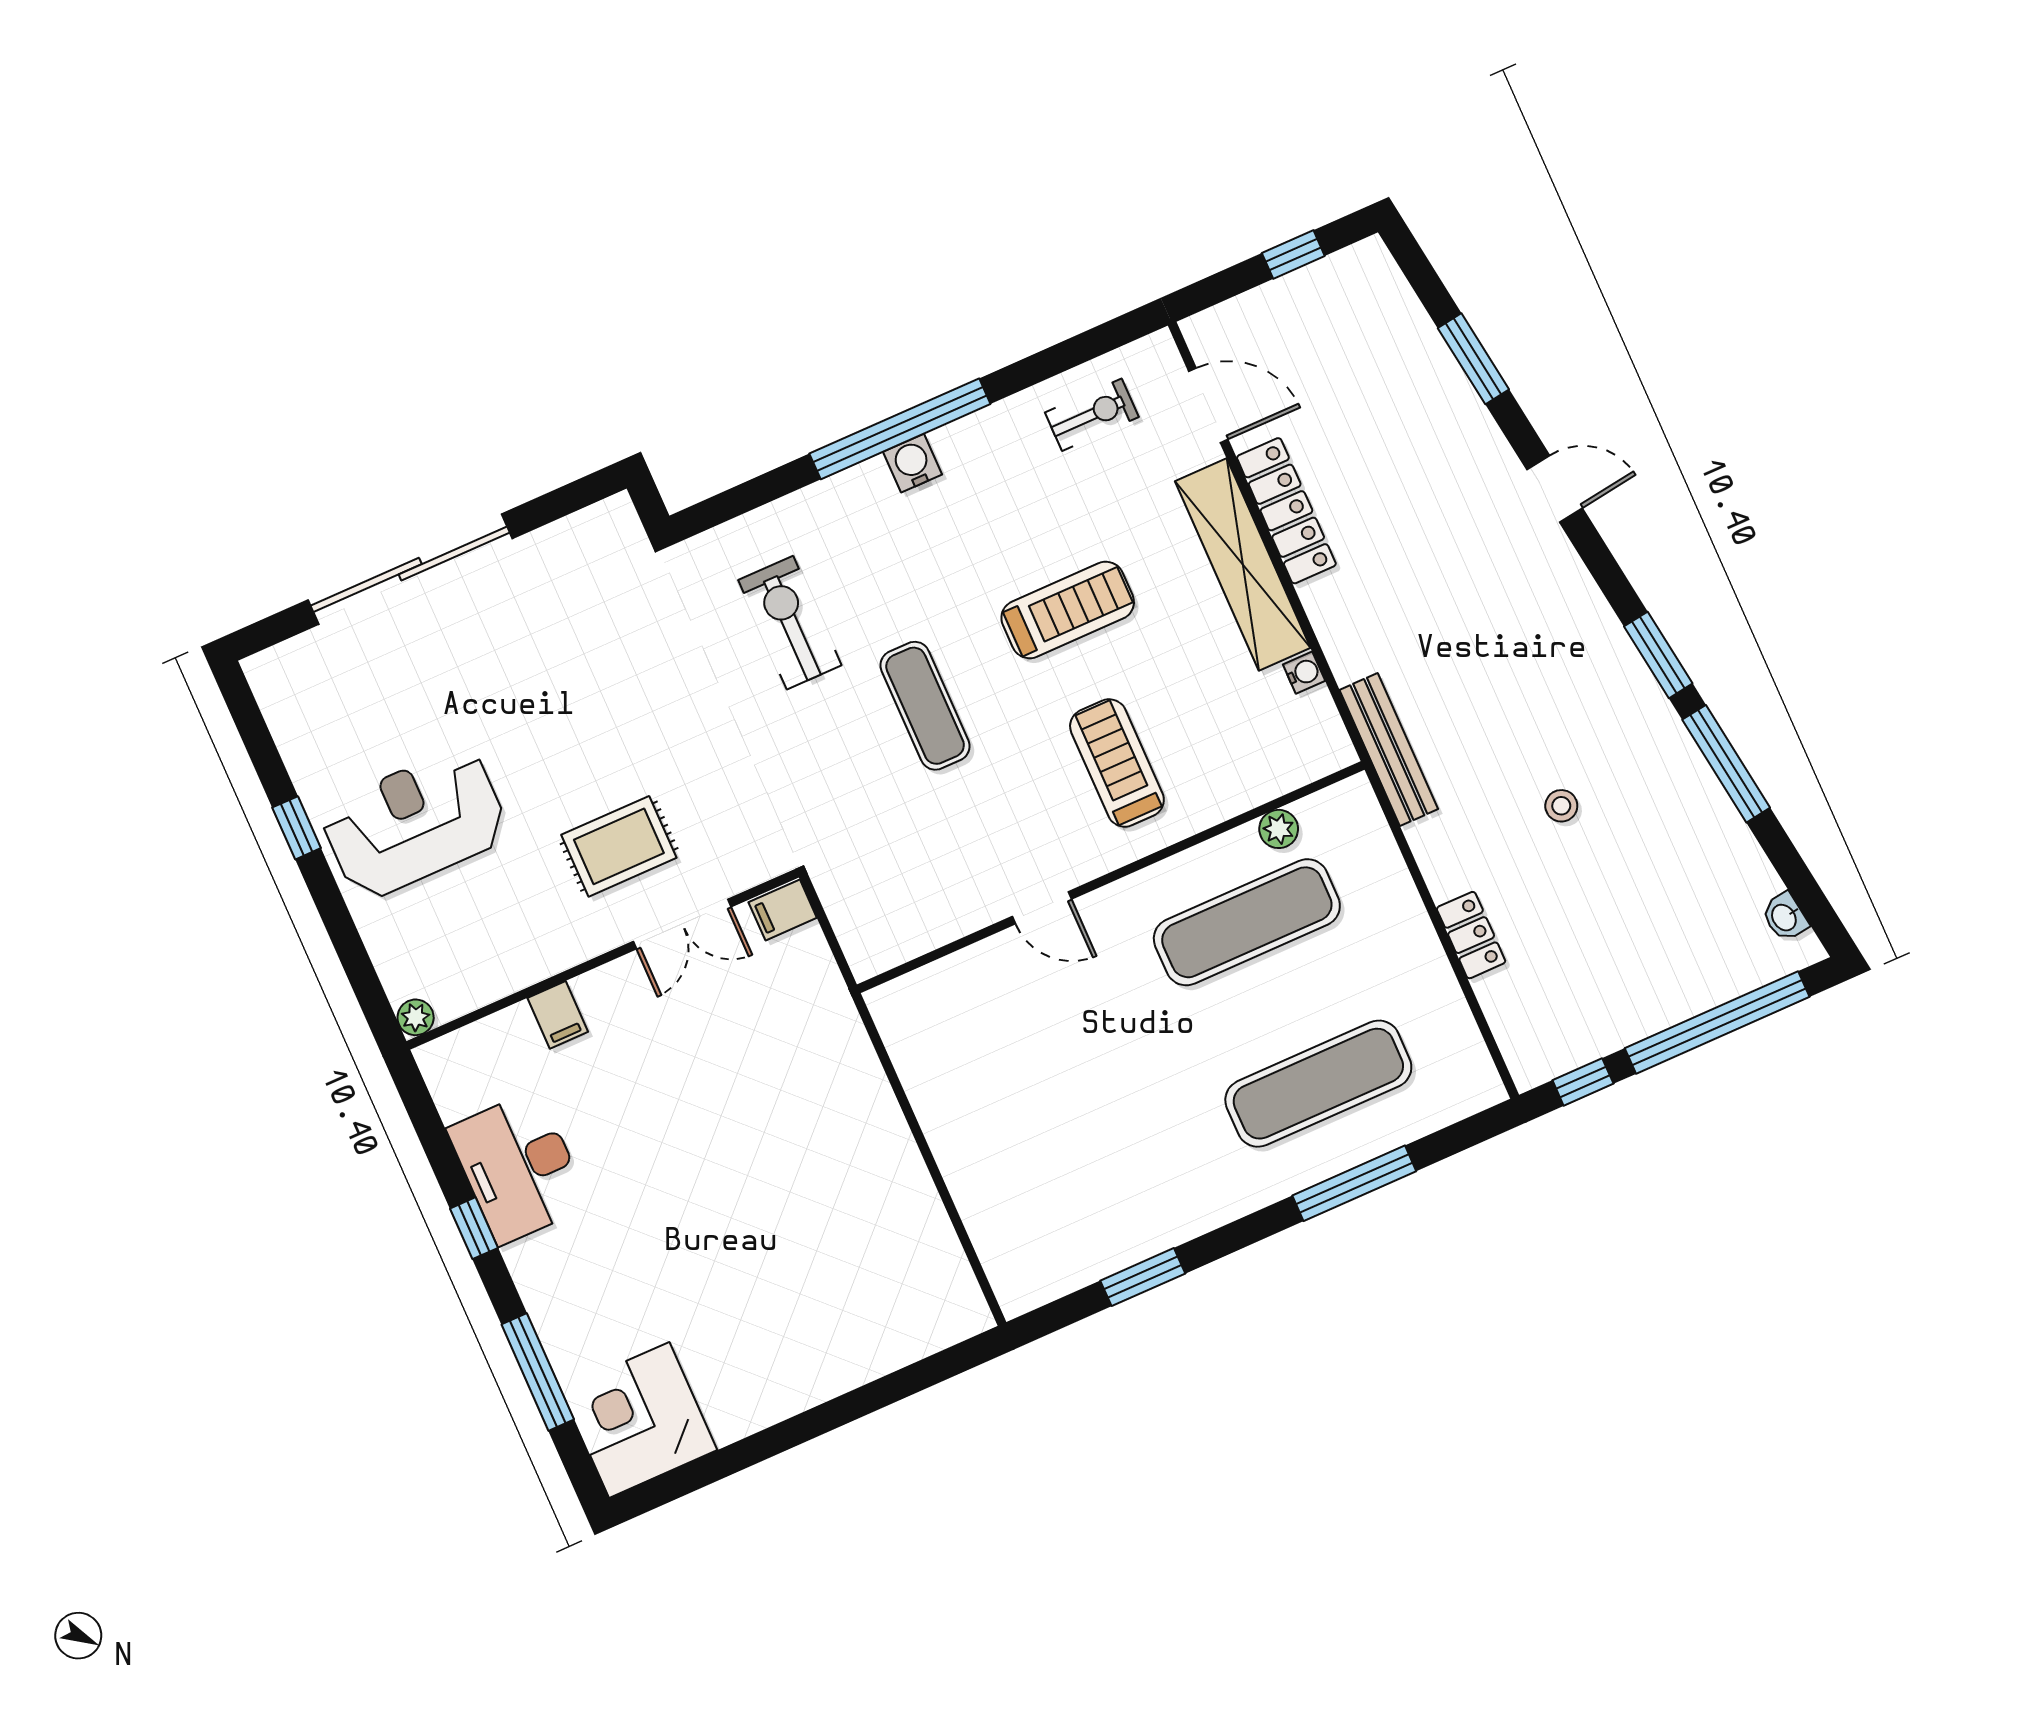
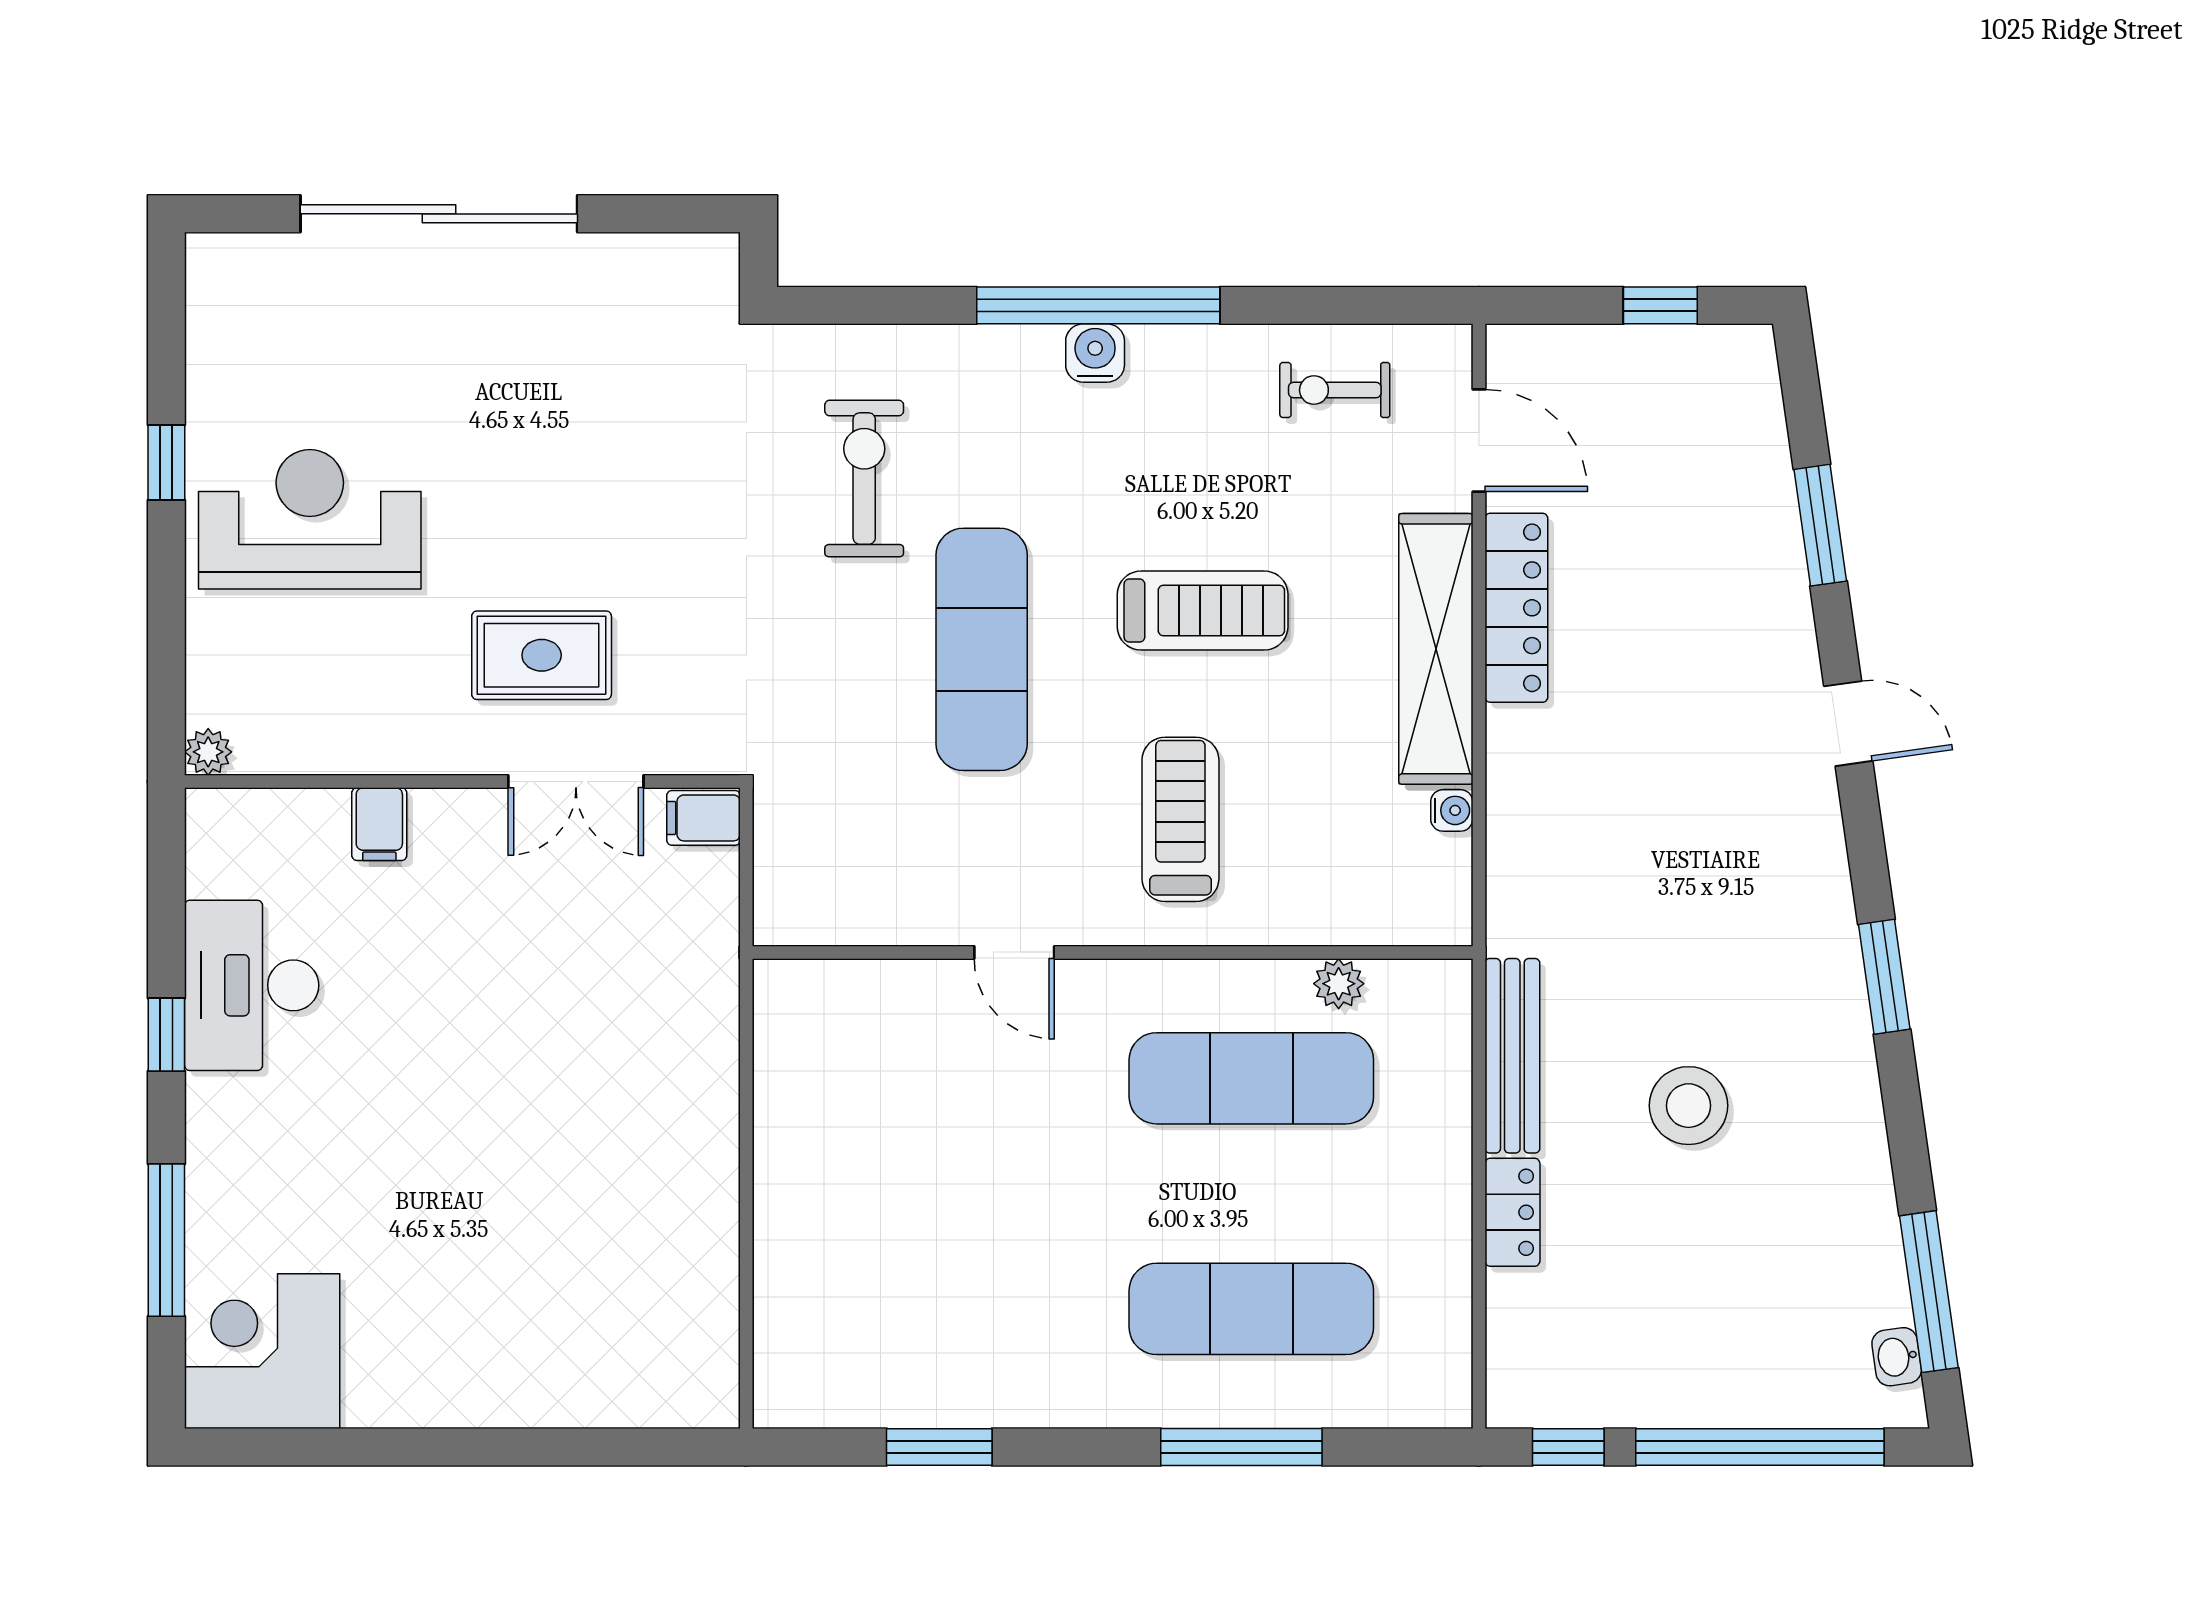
exercise bike: (1092, 415) -> (1335, 390), turned 180
exercise mat: (925, 706) -> (982, 649), width x1.36, depth x1.45
bench: (1389, 749) -> (1512, 1056), moved
window: (1726, 764) -> (1929, 1292), moved
stool: (1561, 806) -> (1689, 1106), width x1.89, depth x1.89

